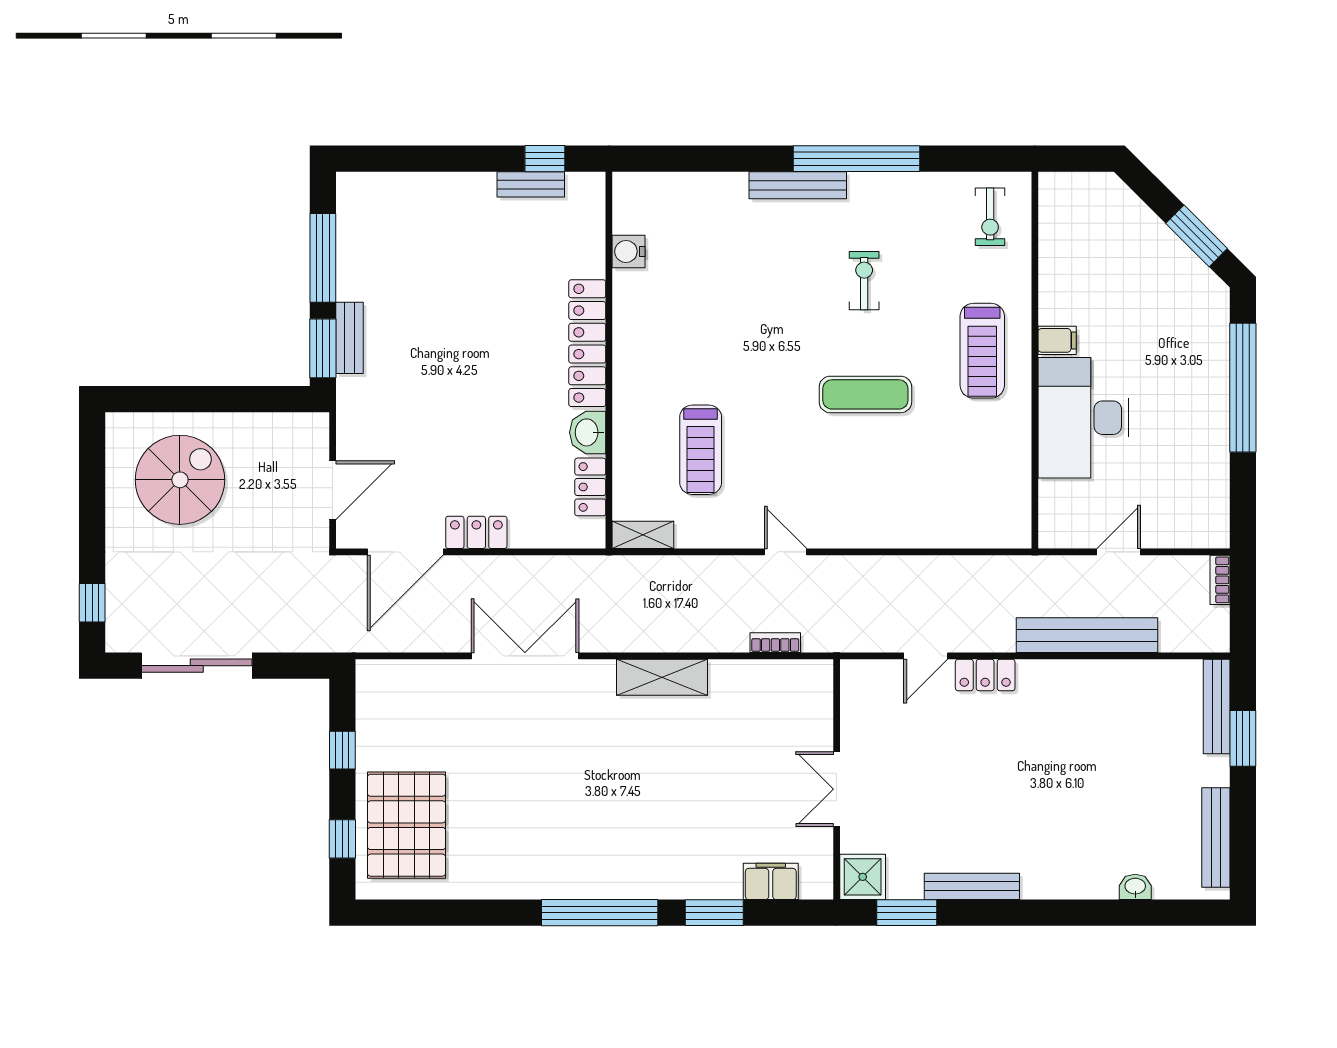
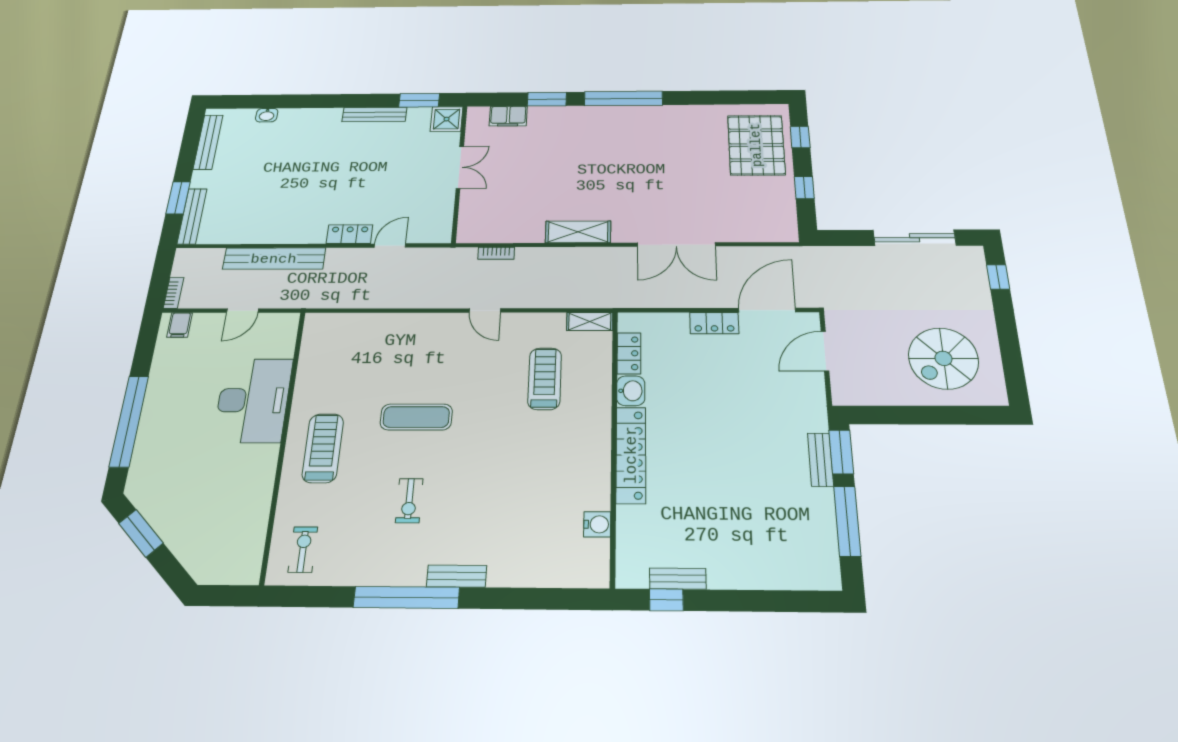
bench: (798, 185) -> (457, 576), width x0.73
filing cabinet: (1057, 340) -> (180, 325), moved, turned -90

